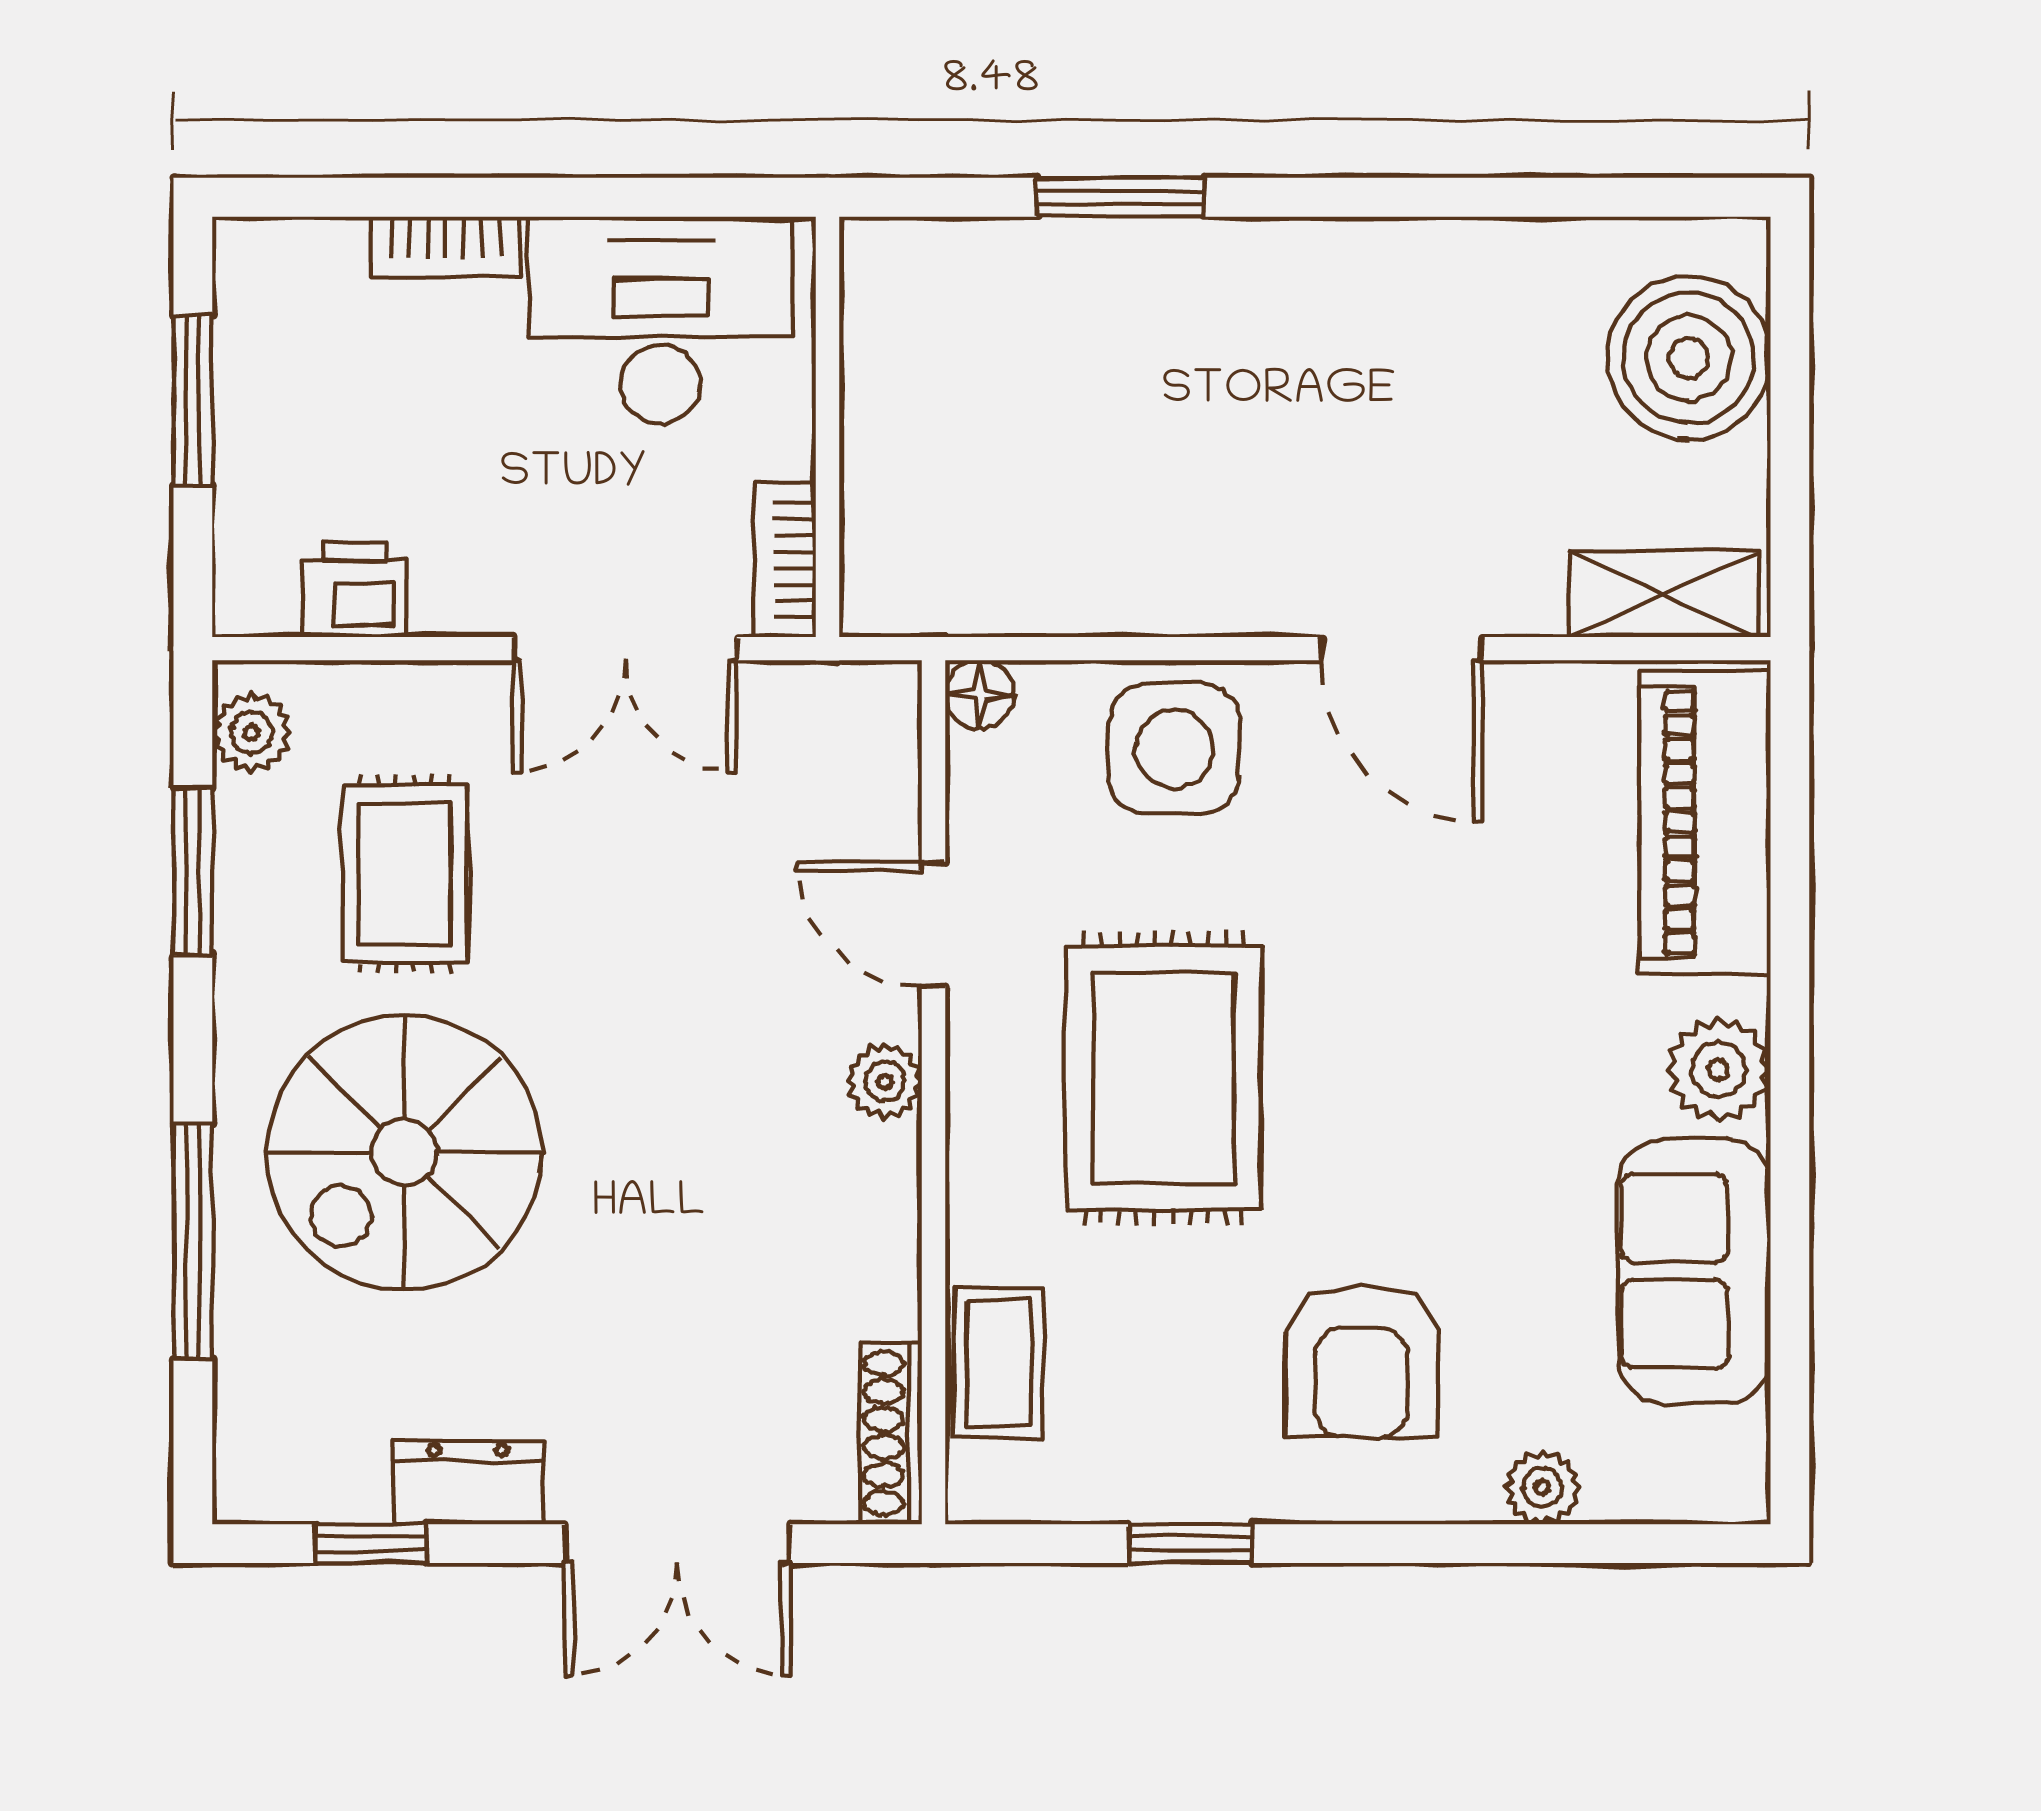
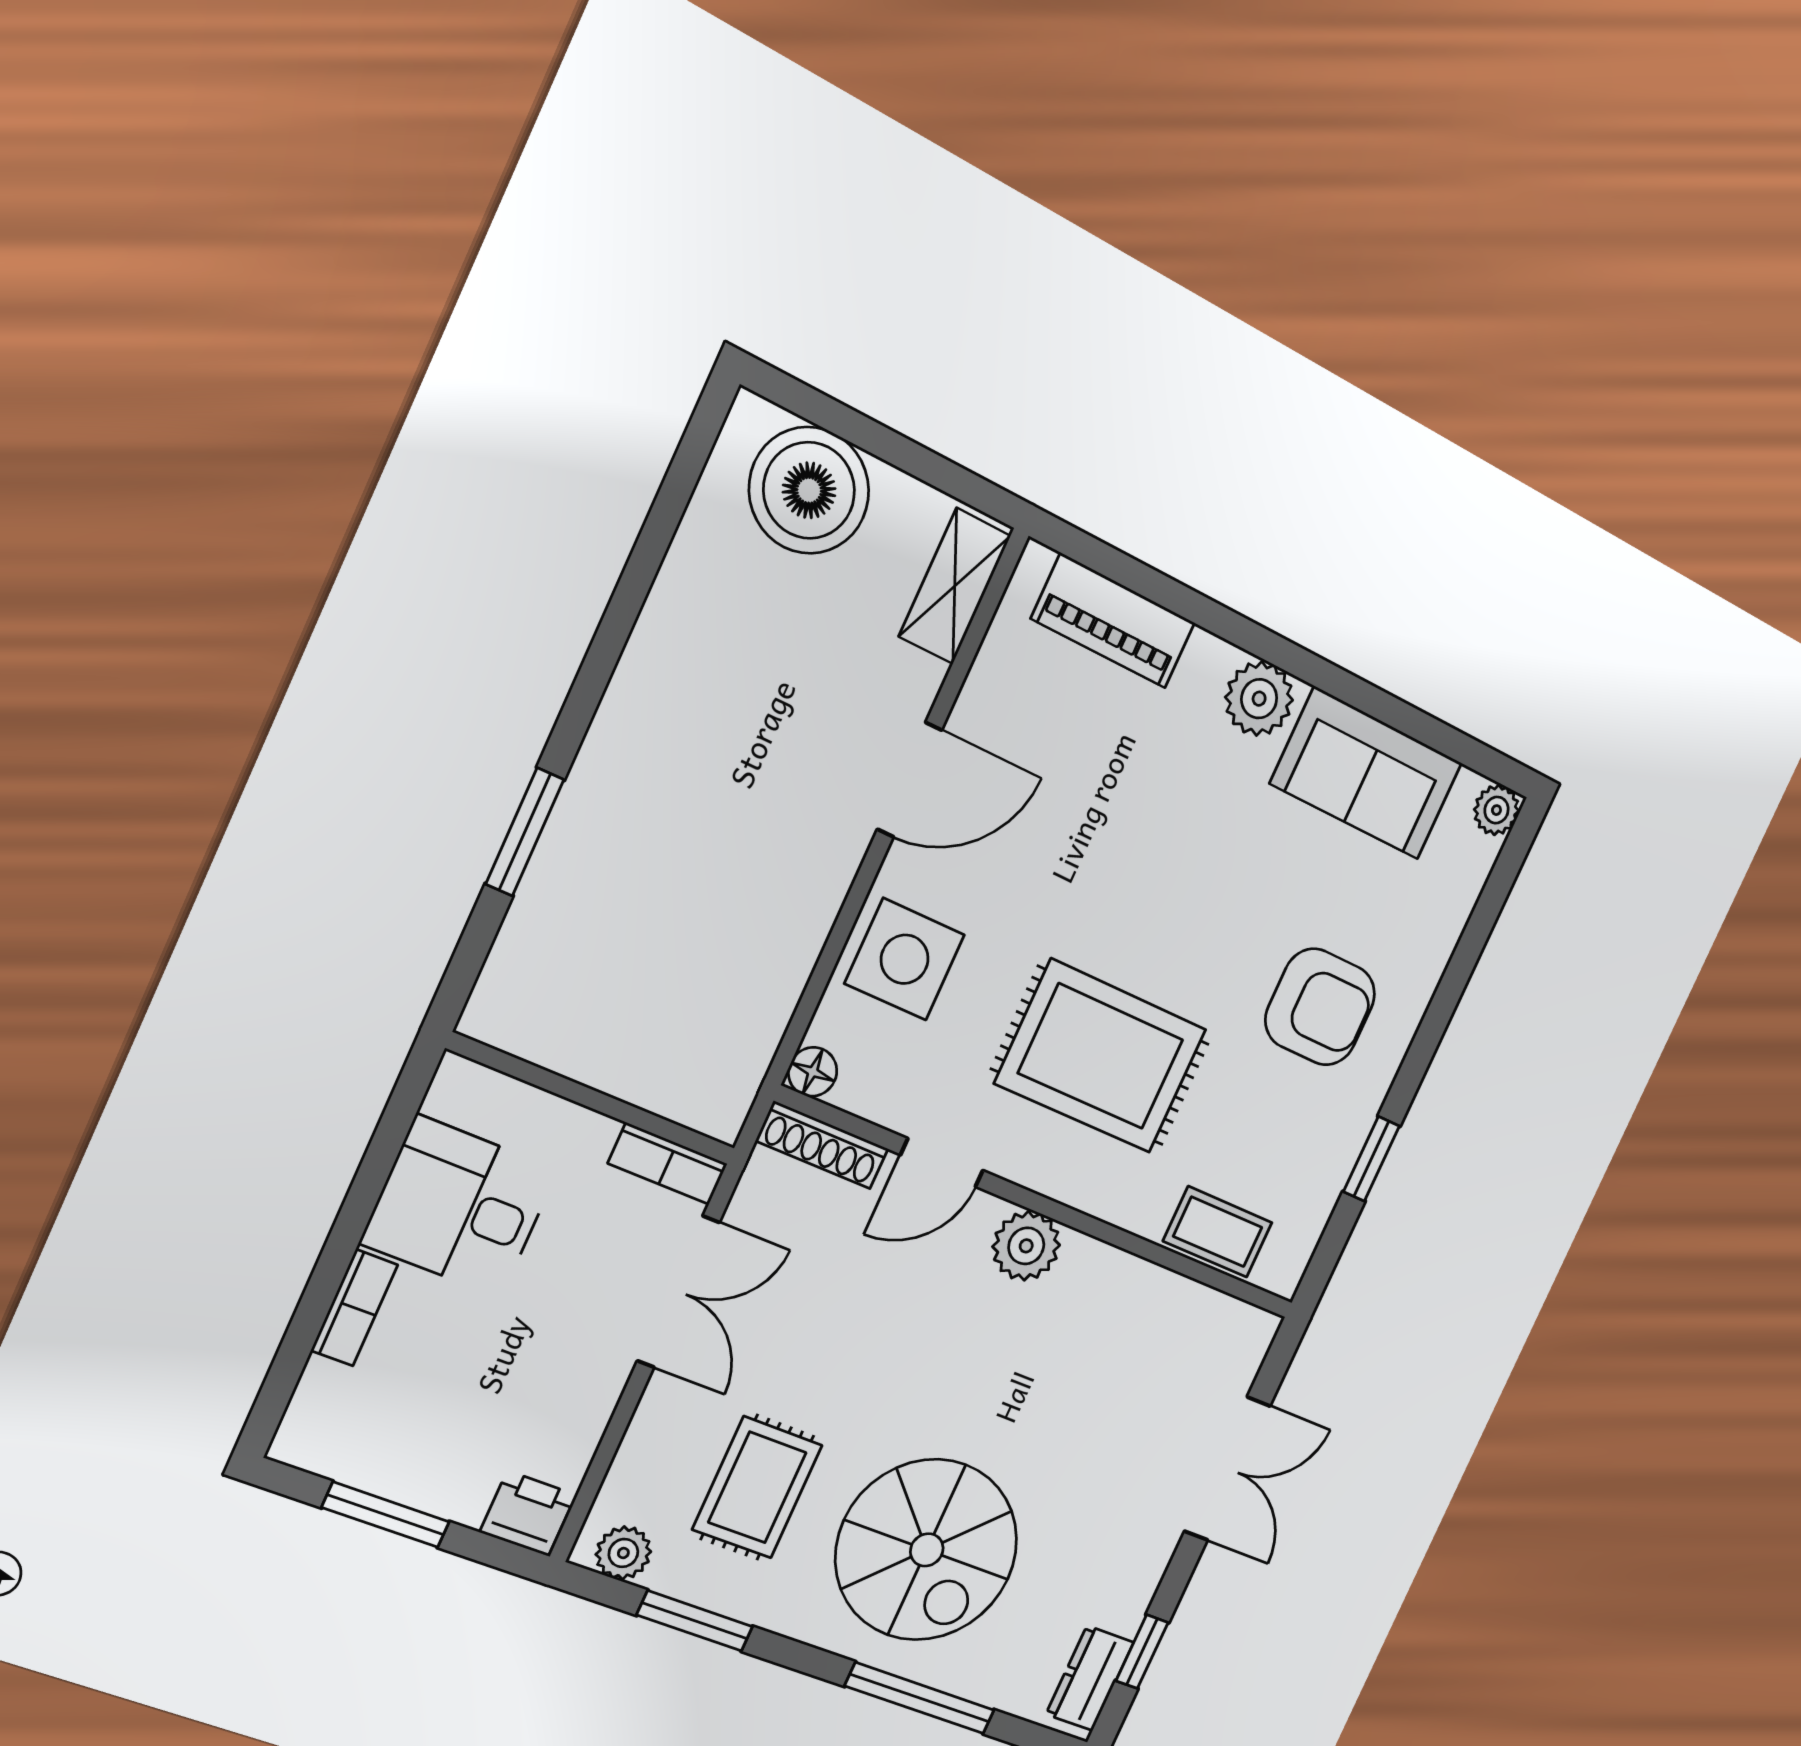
desk: (660, 320) -> (459, 1206), width x0.73
printer: (354, 590) -> (528, 1513), moved, turned 90
piano: (1705, 822) -> (1113, 621), width x0.73, depth x0.75
rug: (405, 874) -> (757, 1487), turned 90
plant: (885, 1081) -> (1026, 1246), width x1.38, depth x1.38
shoe rack: (891, 1433) -> (822, 1145), moved
dresser: (468, 1483) -> (1090, 1678), moved
plant: (1542, 1487) -> (1496, 810), moved

